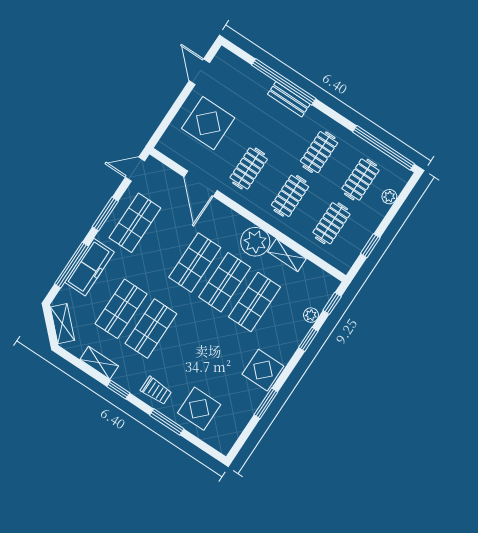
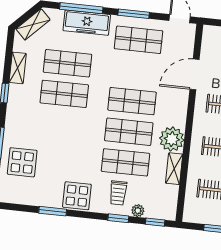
trolley: (156, 391) -> (118, 193), moved

